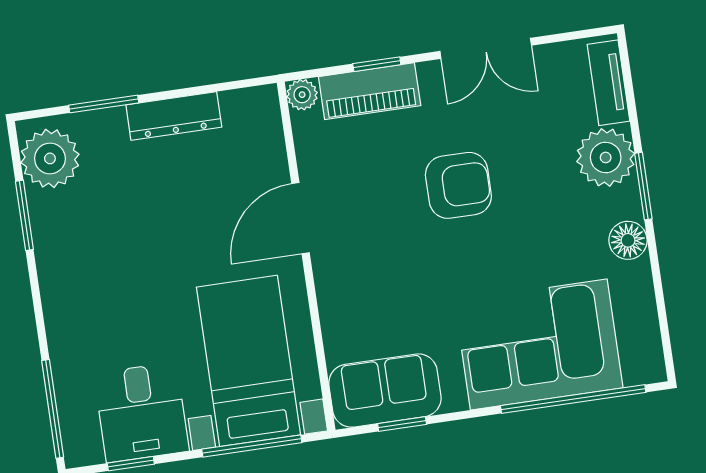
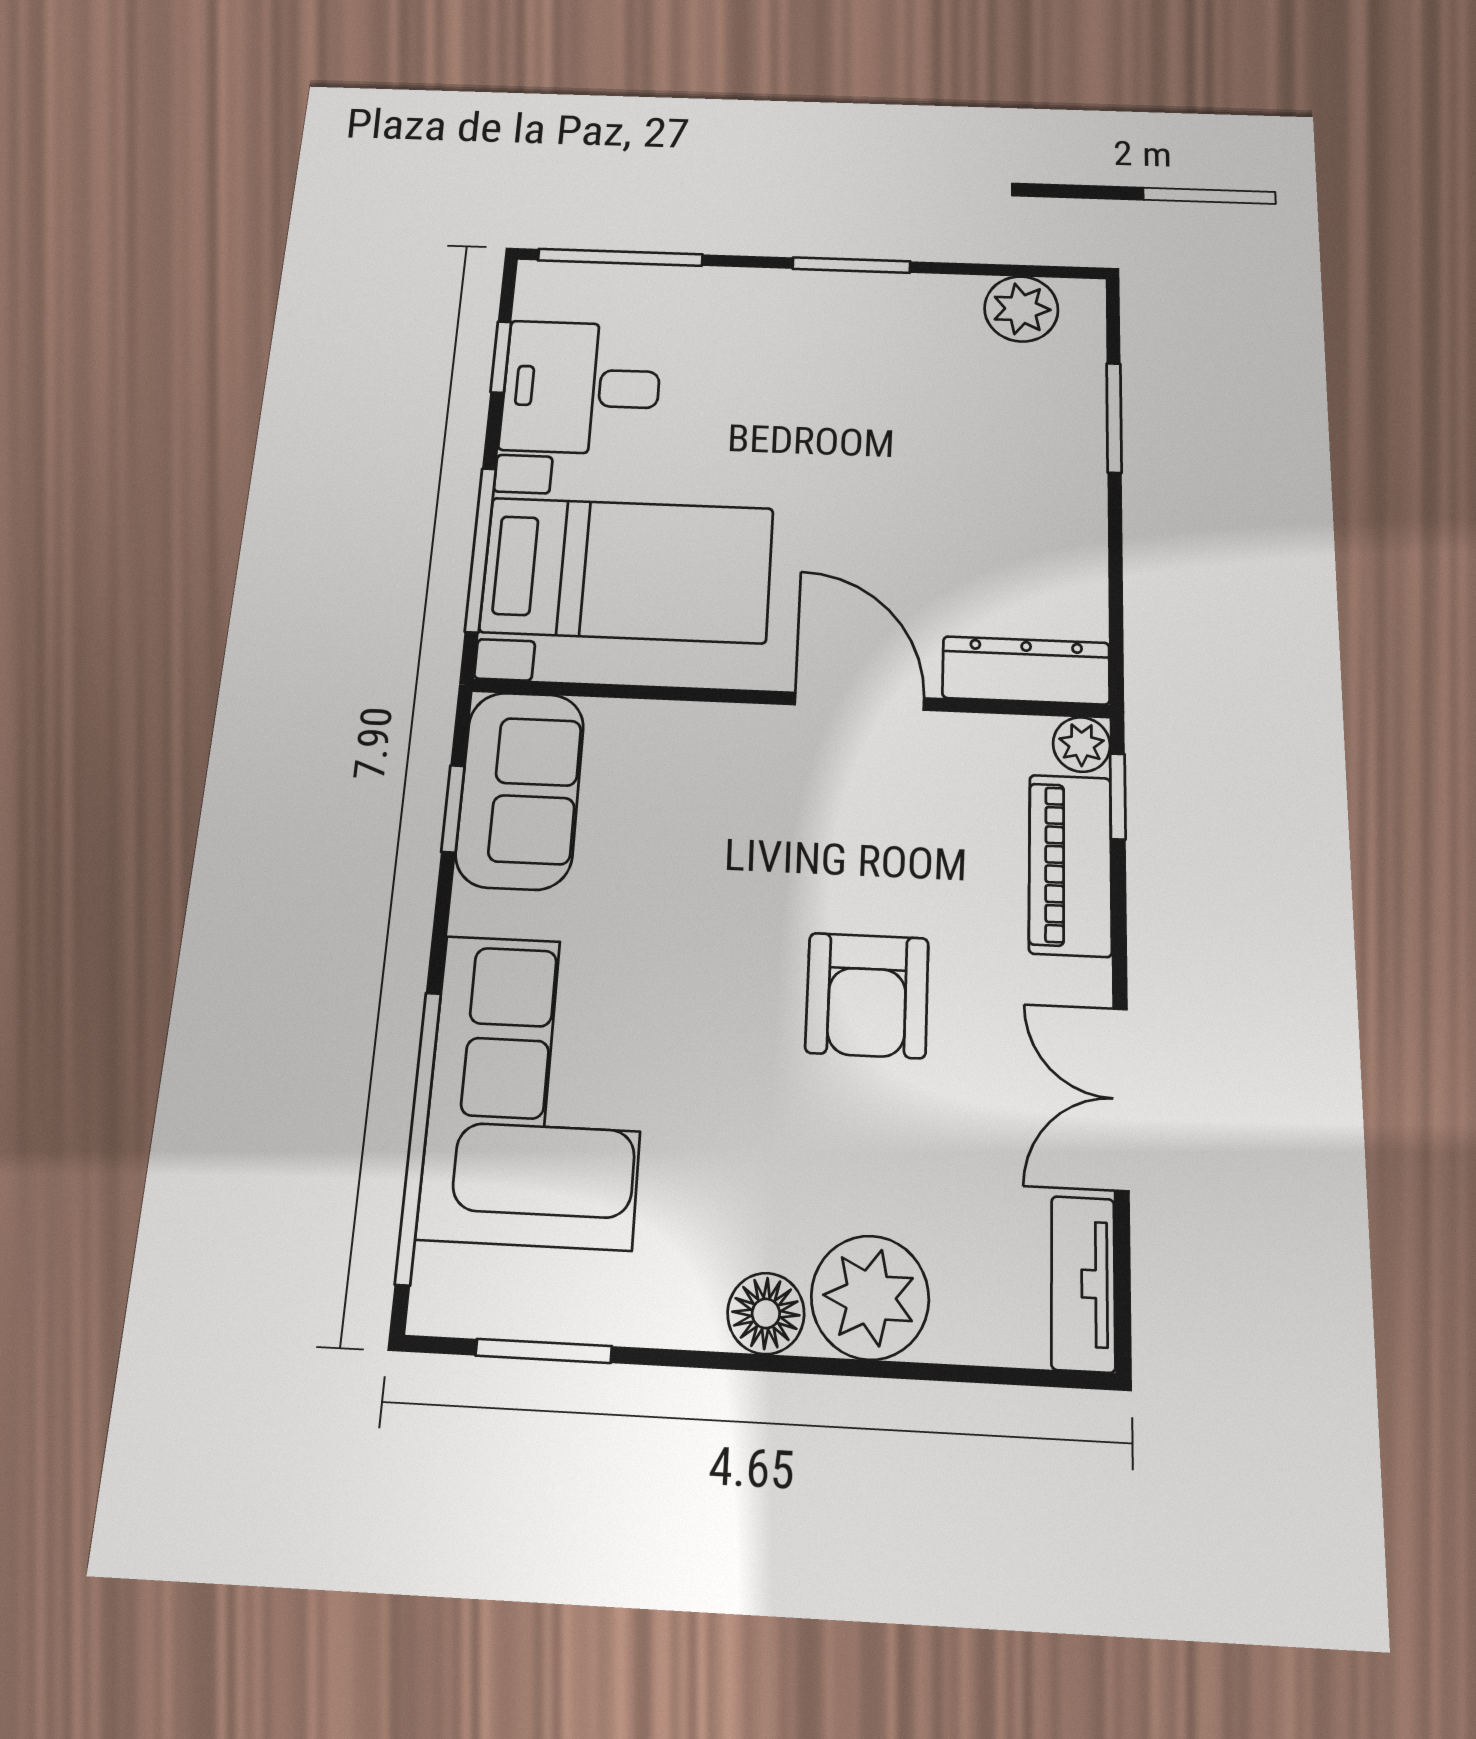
window: (377, 64) -> (1118, 796), moved
tv unit: (608, 83) -> (1083, 1284), moved, turned -90
dresser: (174, 116) -> (1026, 670), moved, turned 90
plant: (50, 158) -> (1021, 309), width x0.73, depth x0.73
window: (643, 186) -> (544, 1351), moved
window: (24, 215) -> (851, 265), moved
floor lamp: (628, 240) -> (766, 1313), moved

